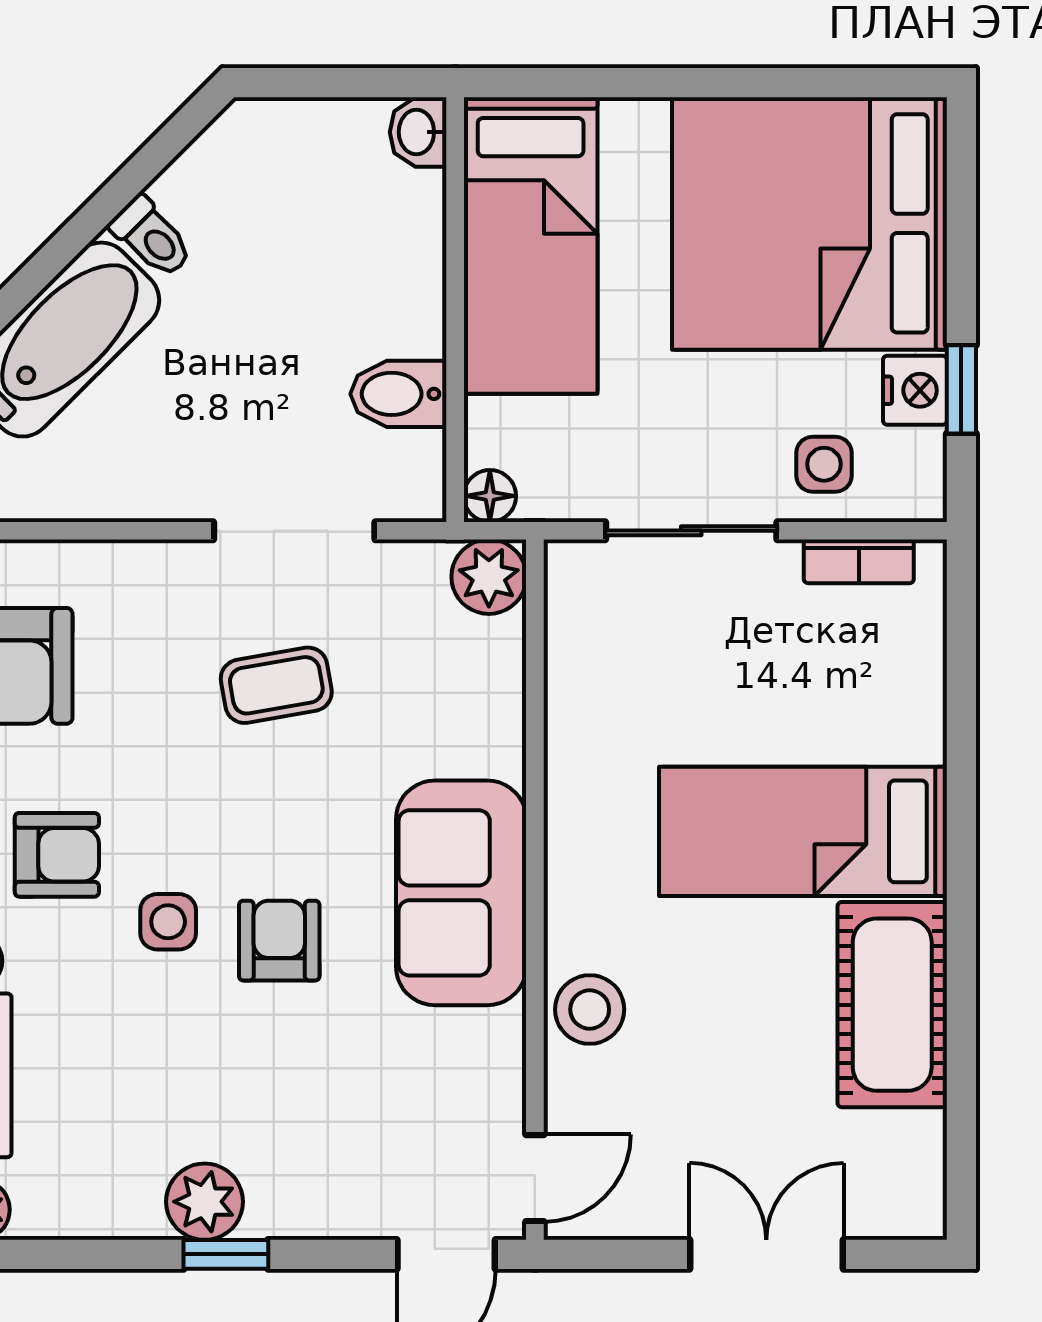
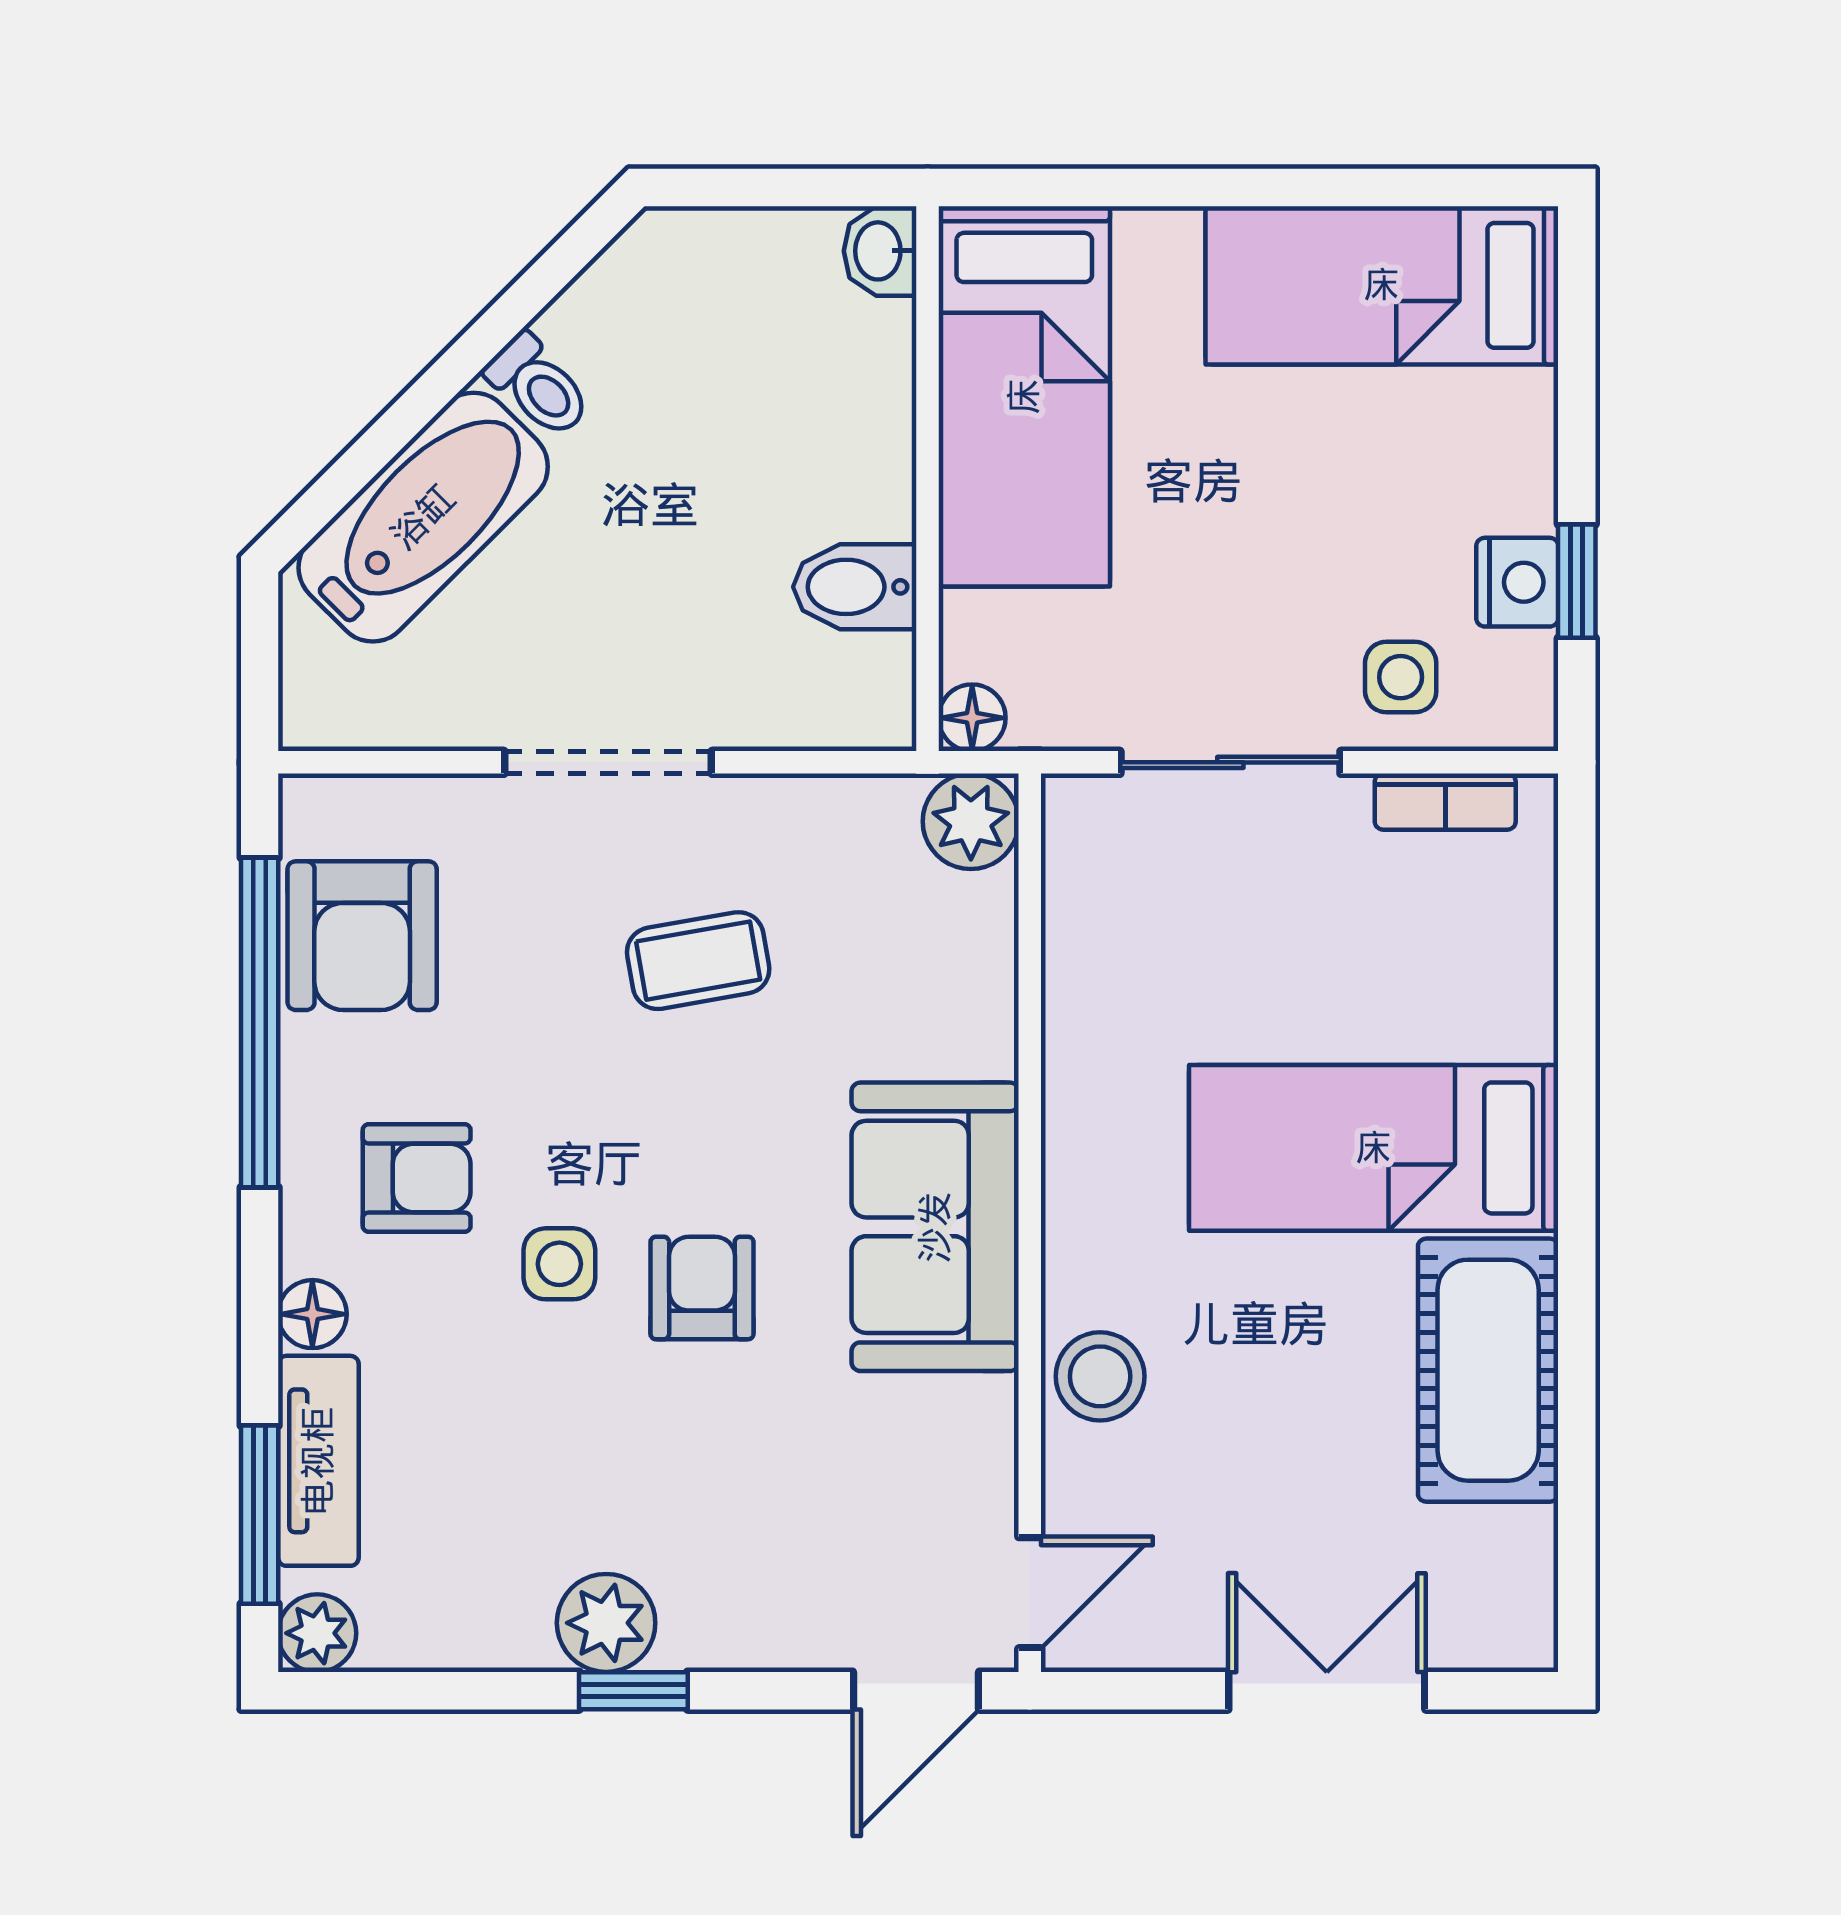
bed: (809, 223) -> (1382, 285), width x0.49
doorway: (294, 531) -> (608, 762), moved

